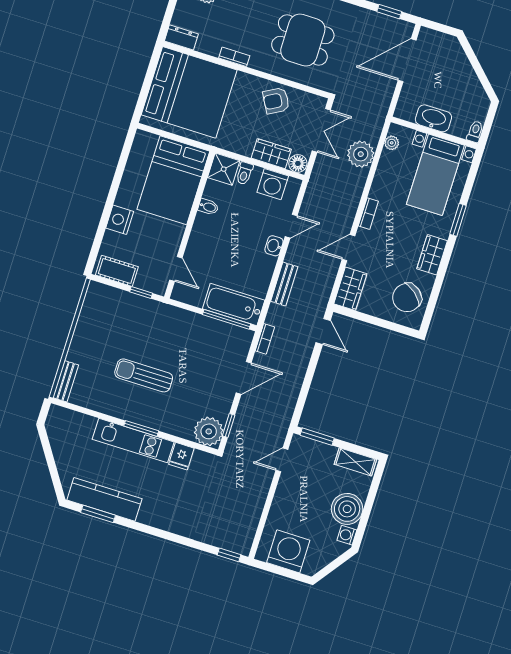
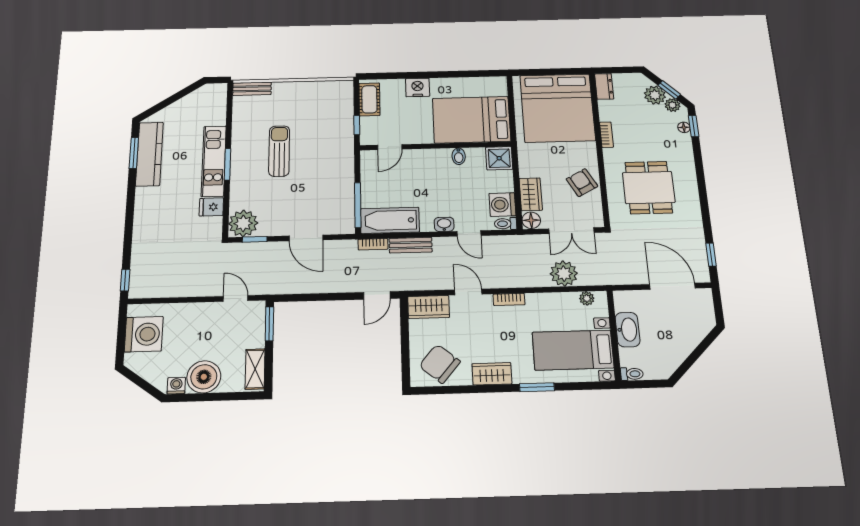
toilet: (244, 173) -> (506, 224), moved
bathtub: (234, 304) -> (390, 220), moved, turned -90
bookcase: (265, 339) -> (373, 244), moved

